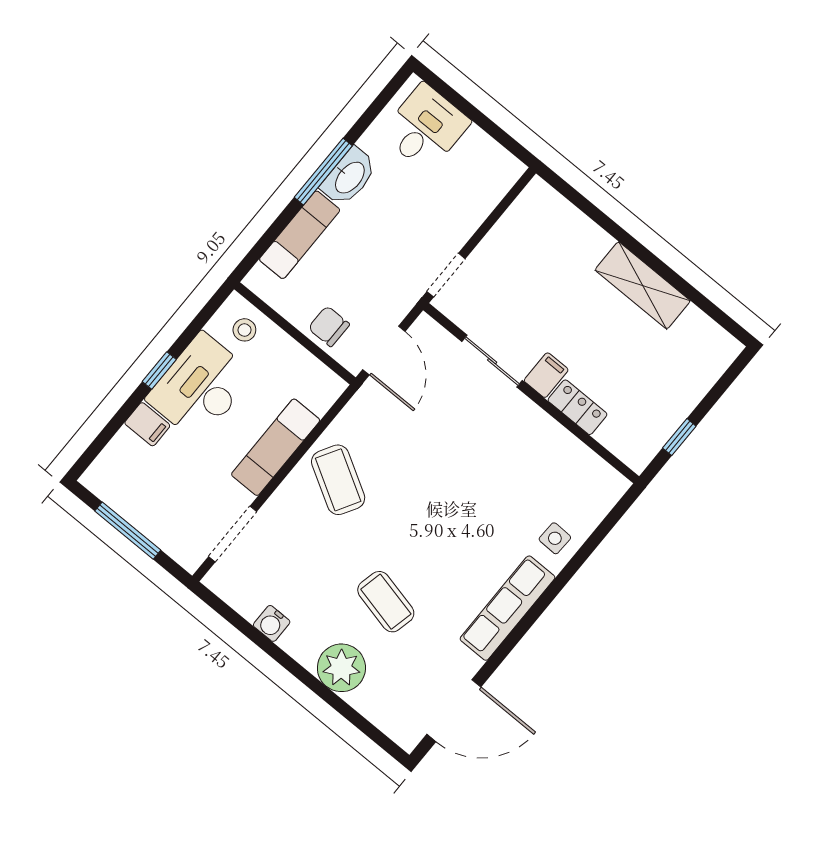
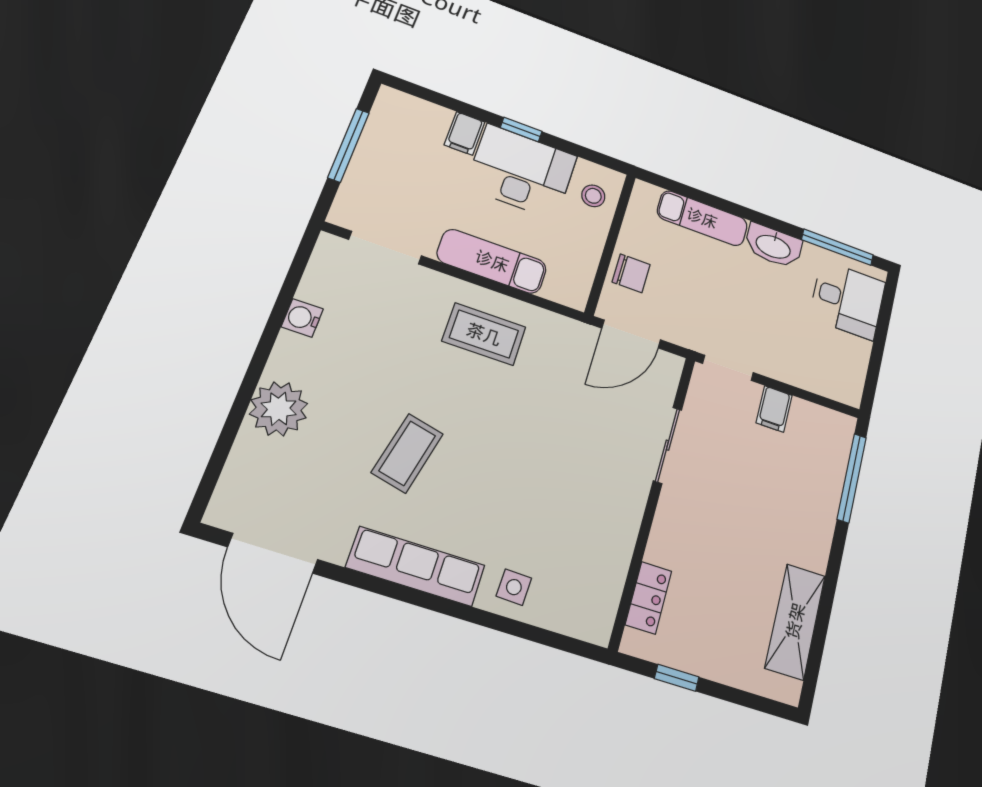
window: (323, 172) -> (837, 247), moved
window: (585, 206) -> (852, 478), added
shelving: (643, 285) -> (795, 621), moved
chair: (329, 326) -> (631, 273), turned 90
filing cabinet: (546, 375) -> (774, 409), moved, turned 90
locker: (578, 407) -> (648, 598), moved
coffee table: (338, 480) -> (484, 334), turned 60
coffee table: (386, 602) -> (407, 453), moved

